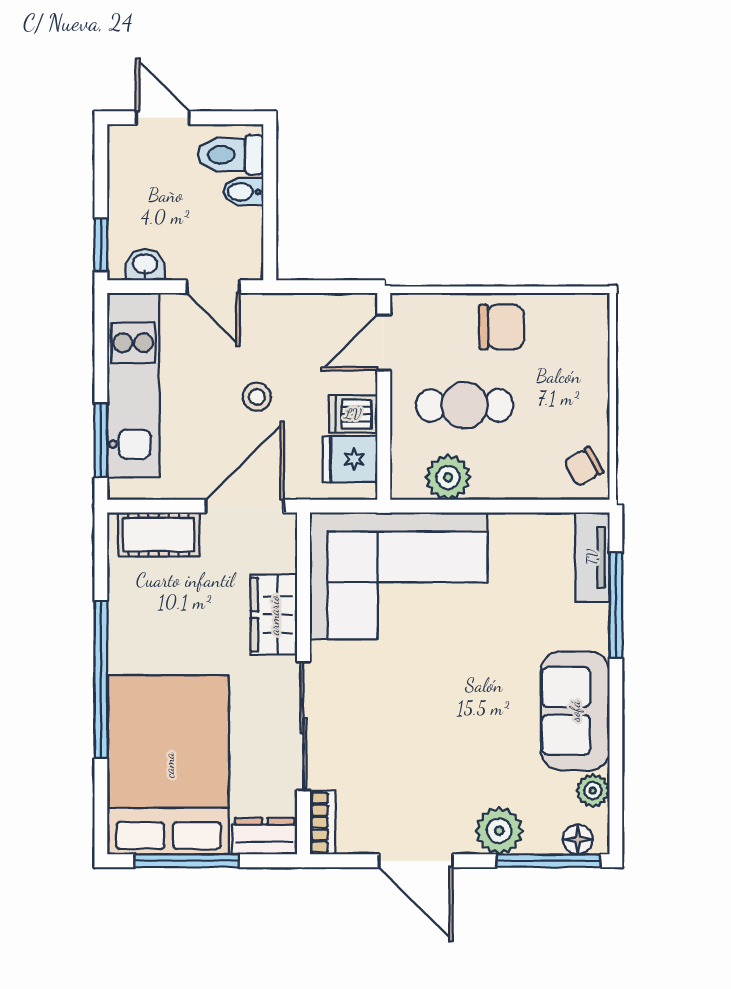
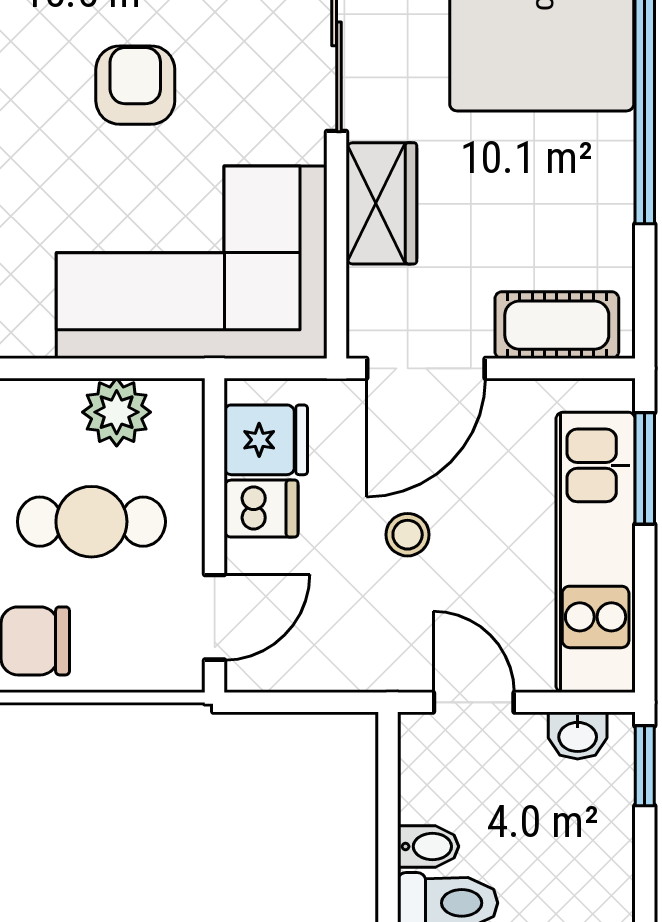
armchair: (436, 692) -> (135, 85), added

